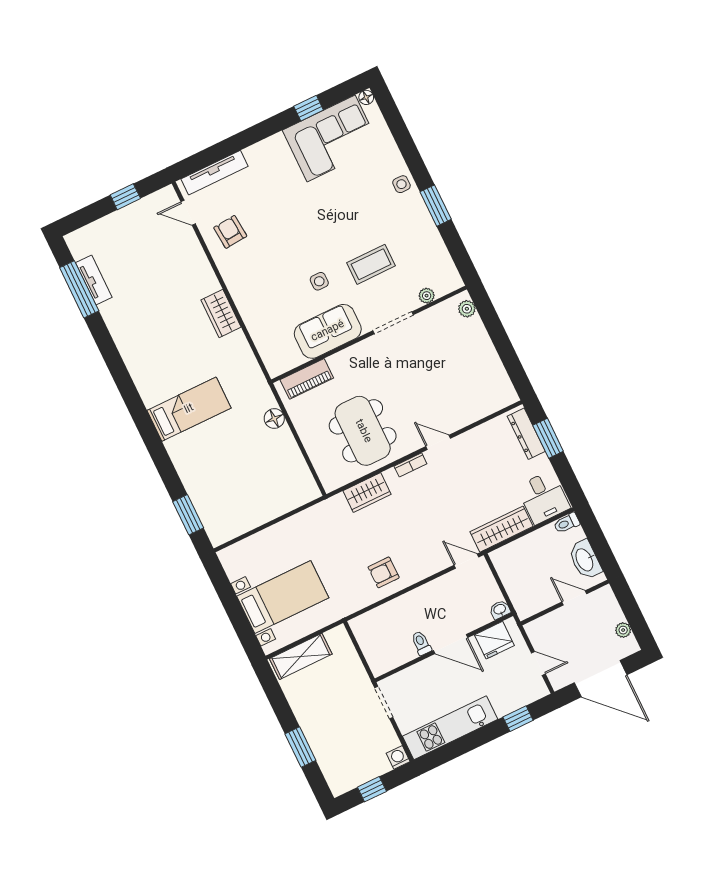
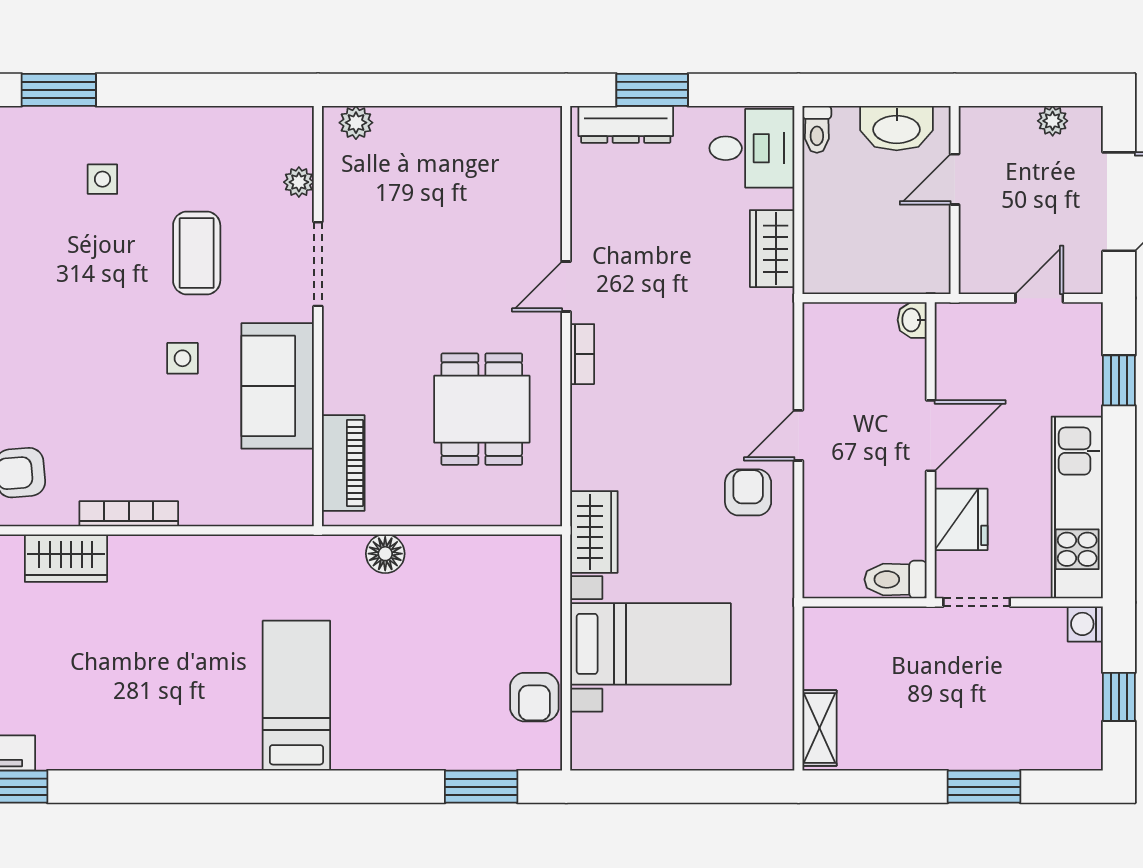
side table: (401, 184) -> (102, 179), moved
window: (436, 206) -> (59, 90), moved
bookcase: (236, 291) -> (129, 514), added
wardrobe: (221, 313) -> (66, 558), moved
dining table: (363, 431) -> (482, 409), width x0.73
wardrobe: (367, 493) -> (594, 532), moved
armchair: (241, 519) -> (534, 697), added
wardrobe: (502, 529) -> (772, 249), width x0.67
door: (466, 561) -> (798, 435), moved
armchair: (384, 572) -> (748, 492), turned 180
bed with nightstands: (283, 597) -> (650, 644), moved, turned 90
fridge: (494, 640) -> (961, 519), moved
toilet: (421, 643) -> (896, 579), moved, width x1.37, depth x1.39
shelving: (301, 656) -> (820, 728), width x0.67, depth x0.75

